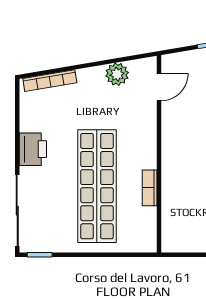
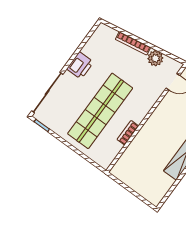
bookcase: (50, 81) -> (133, 43), moved

